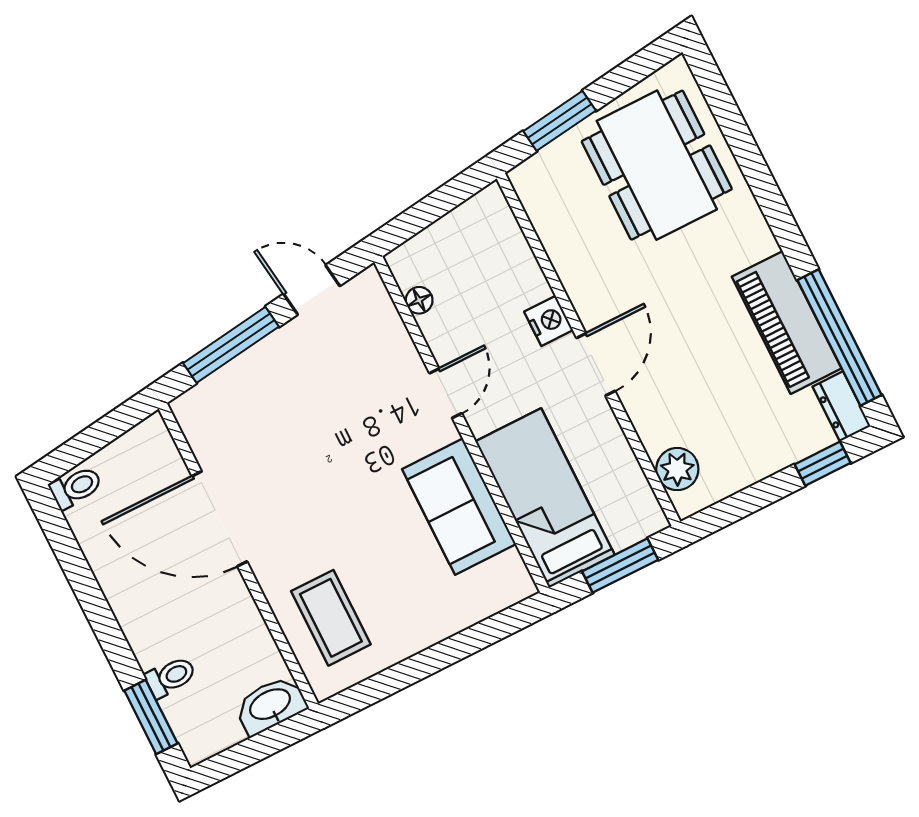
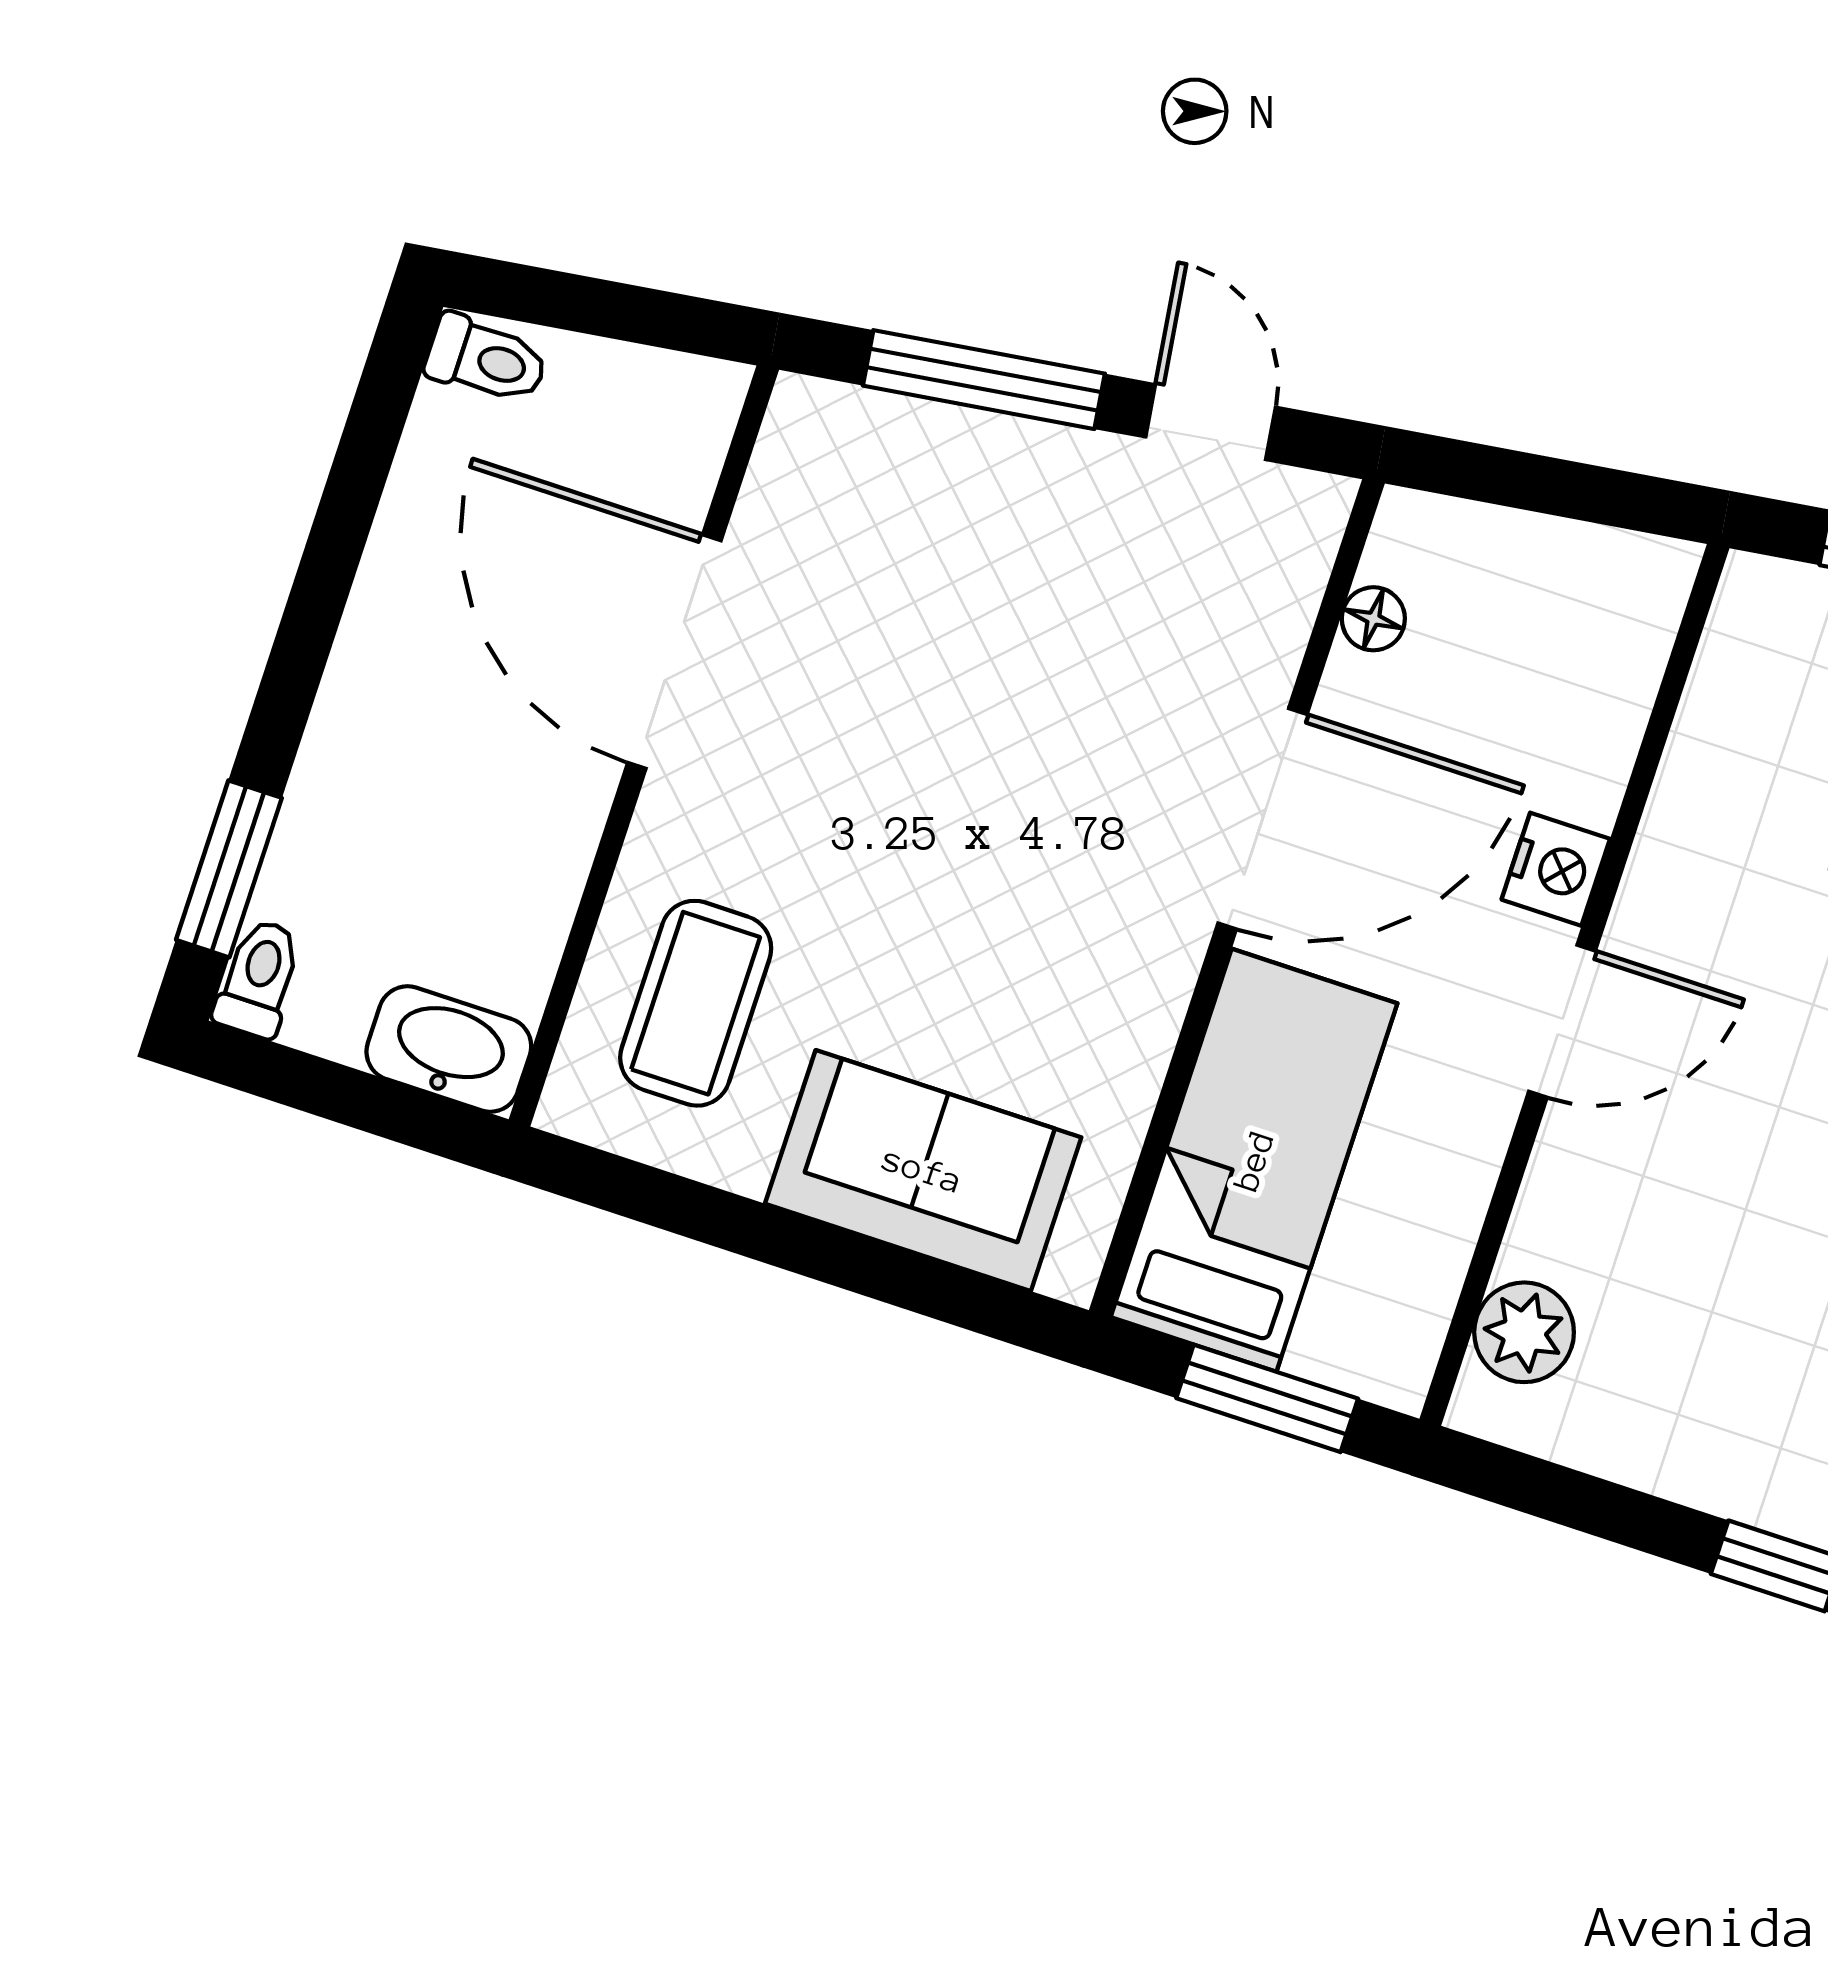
door: (446, 393) -> (1263, 819), width x1.88
sofa: (459, 507) -> (923, 1170), moved, turned 90
toilet: (171, 677) -> (259, 978), moved, turned -90

